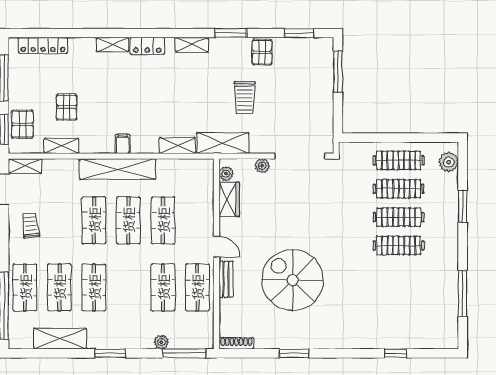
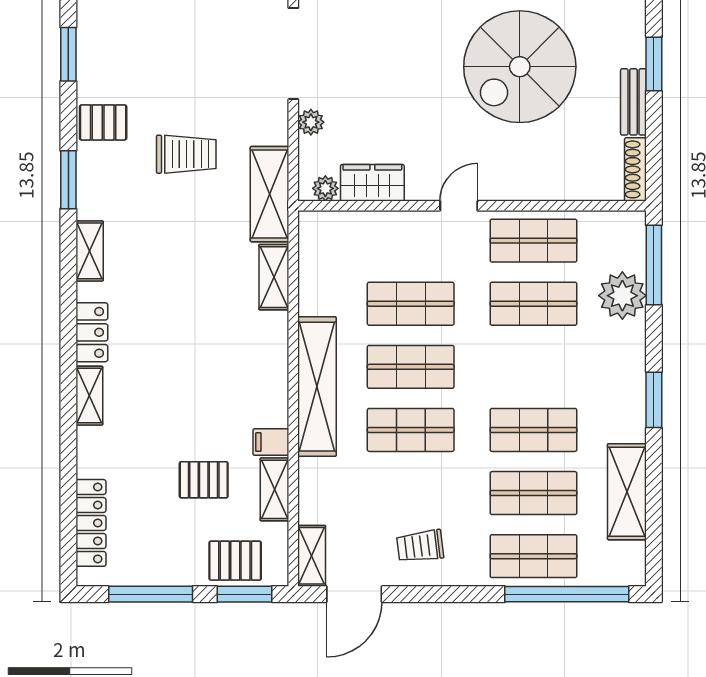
filing cabinet: (123, 144) -> (271, 442), moved
bench: (226, 279) -> (633, 102), moved, turned 90
plant: (161, 342) -> (622, 296), width x1.88, depth x1.88

